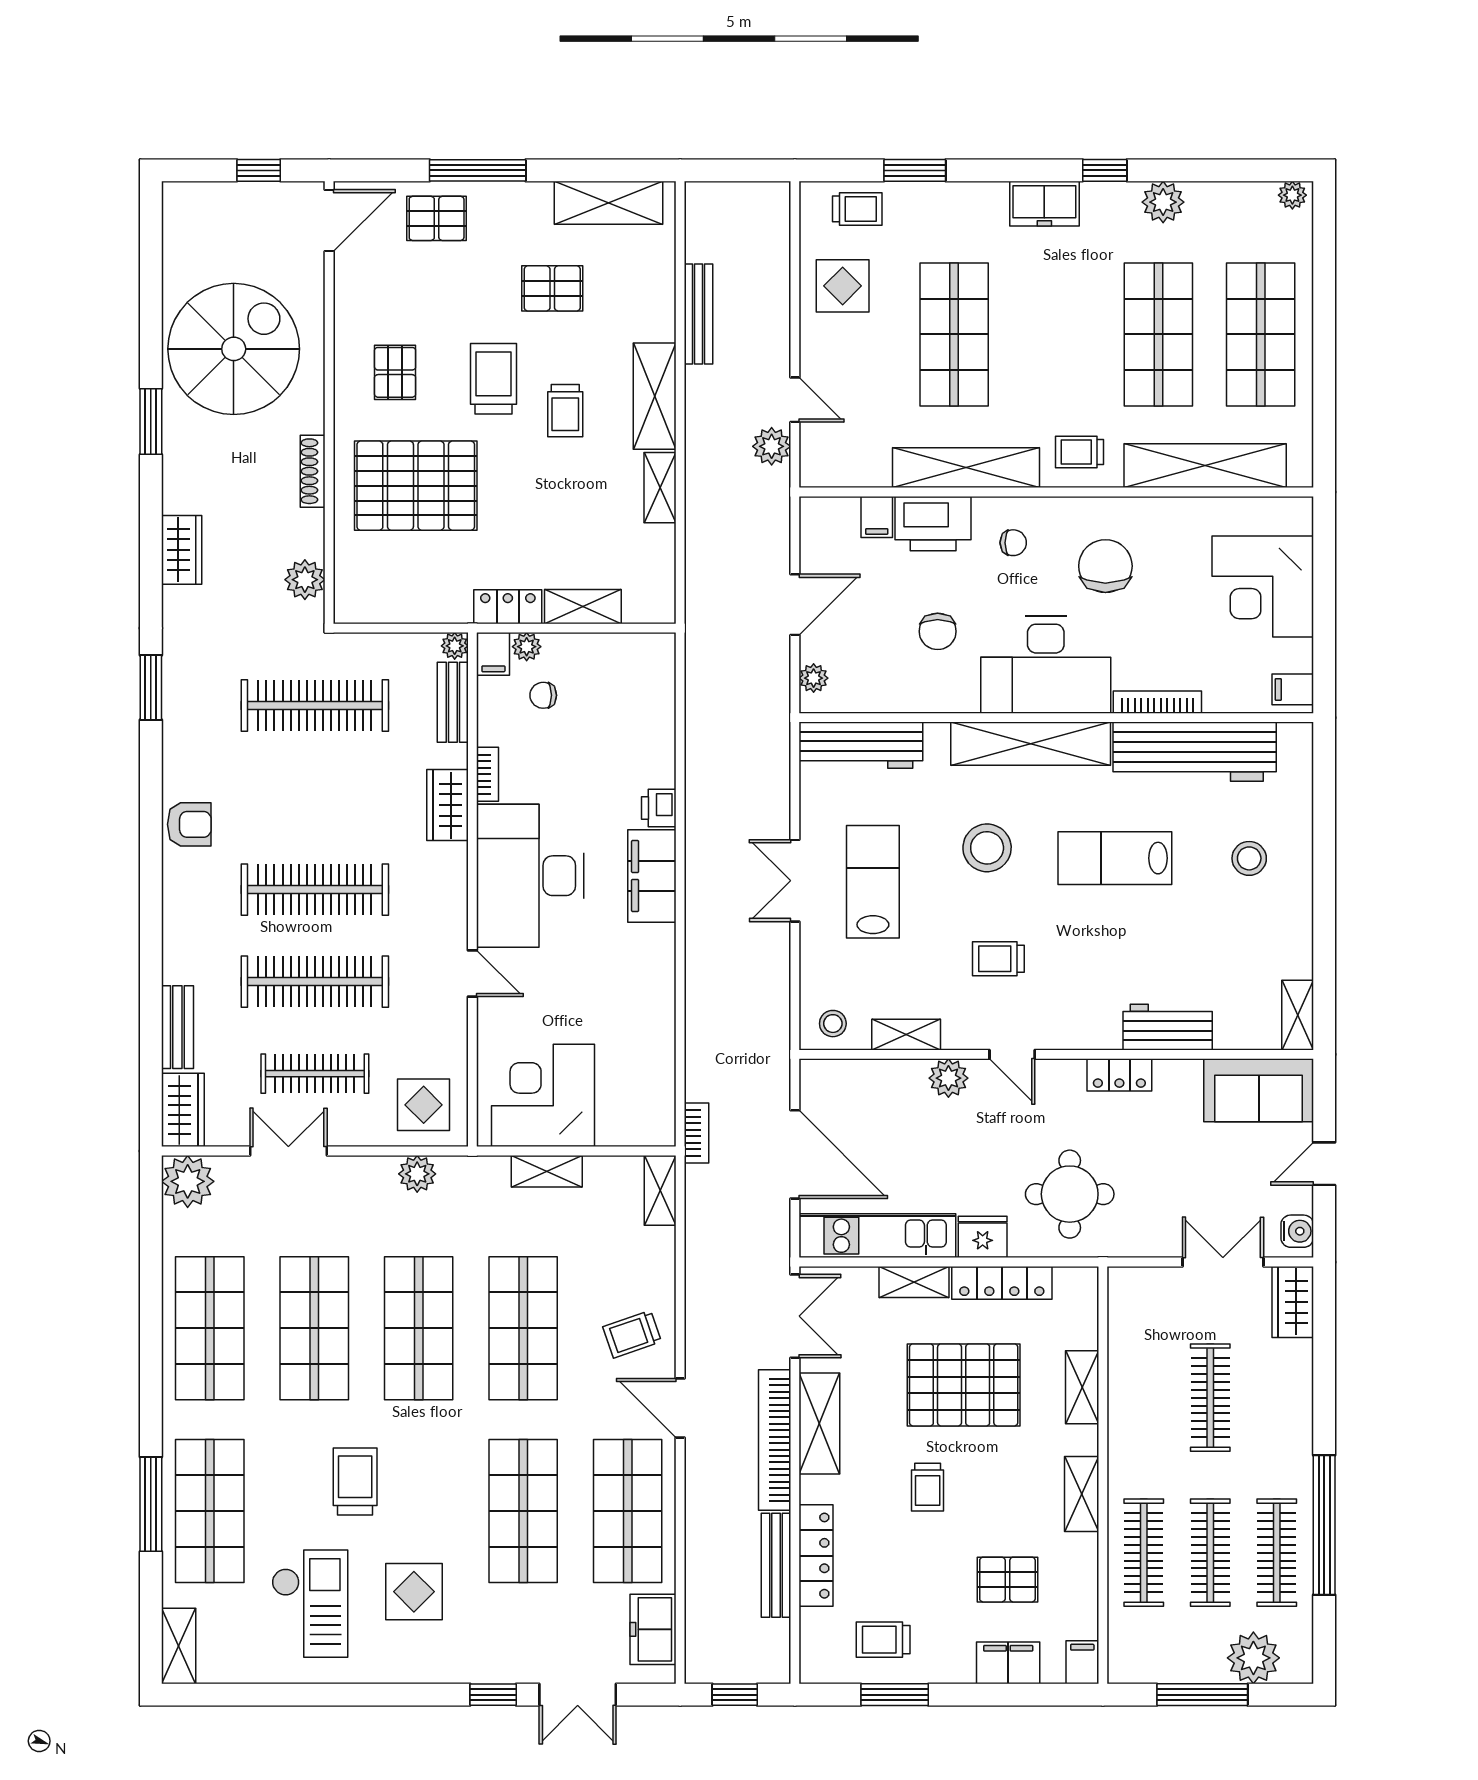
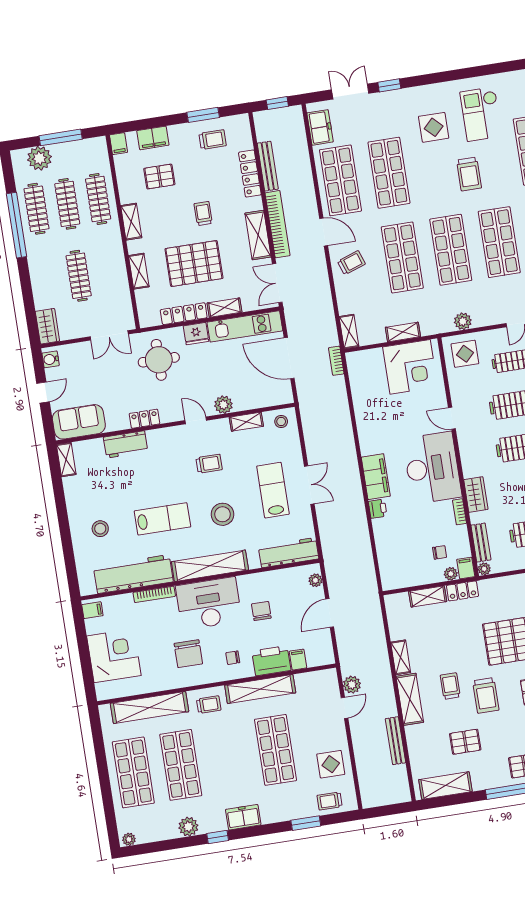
door: (795, 400) -> (345, 708), swing flipped
lab bench: (873, 882) -> (273, 490), turned 180
double door: (1223, 1262) -> (109, 335), moved

